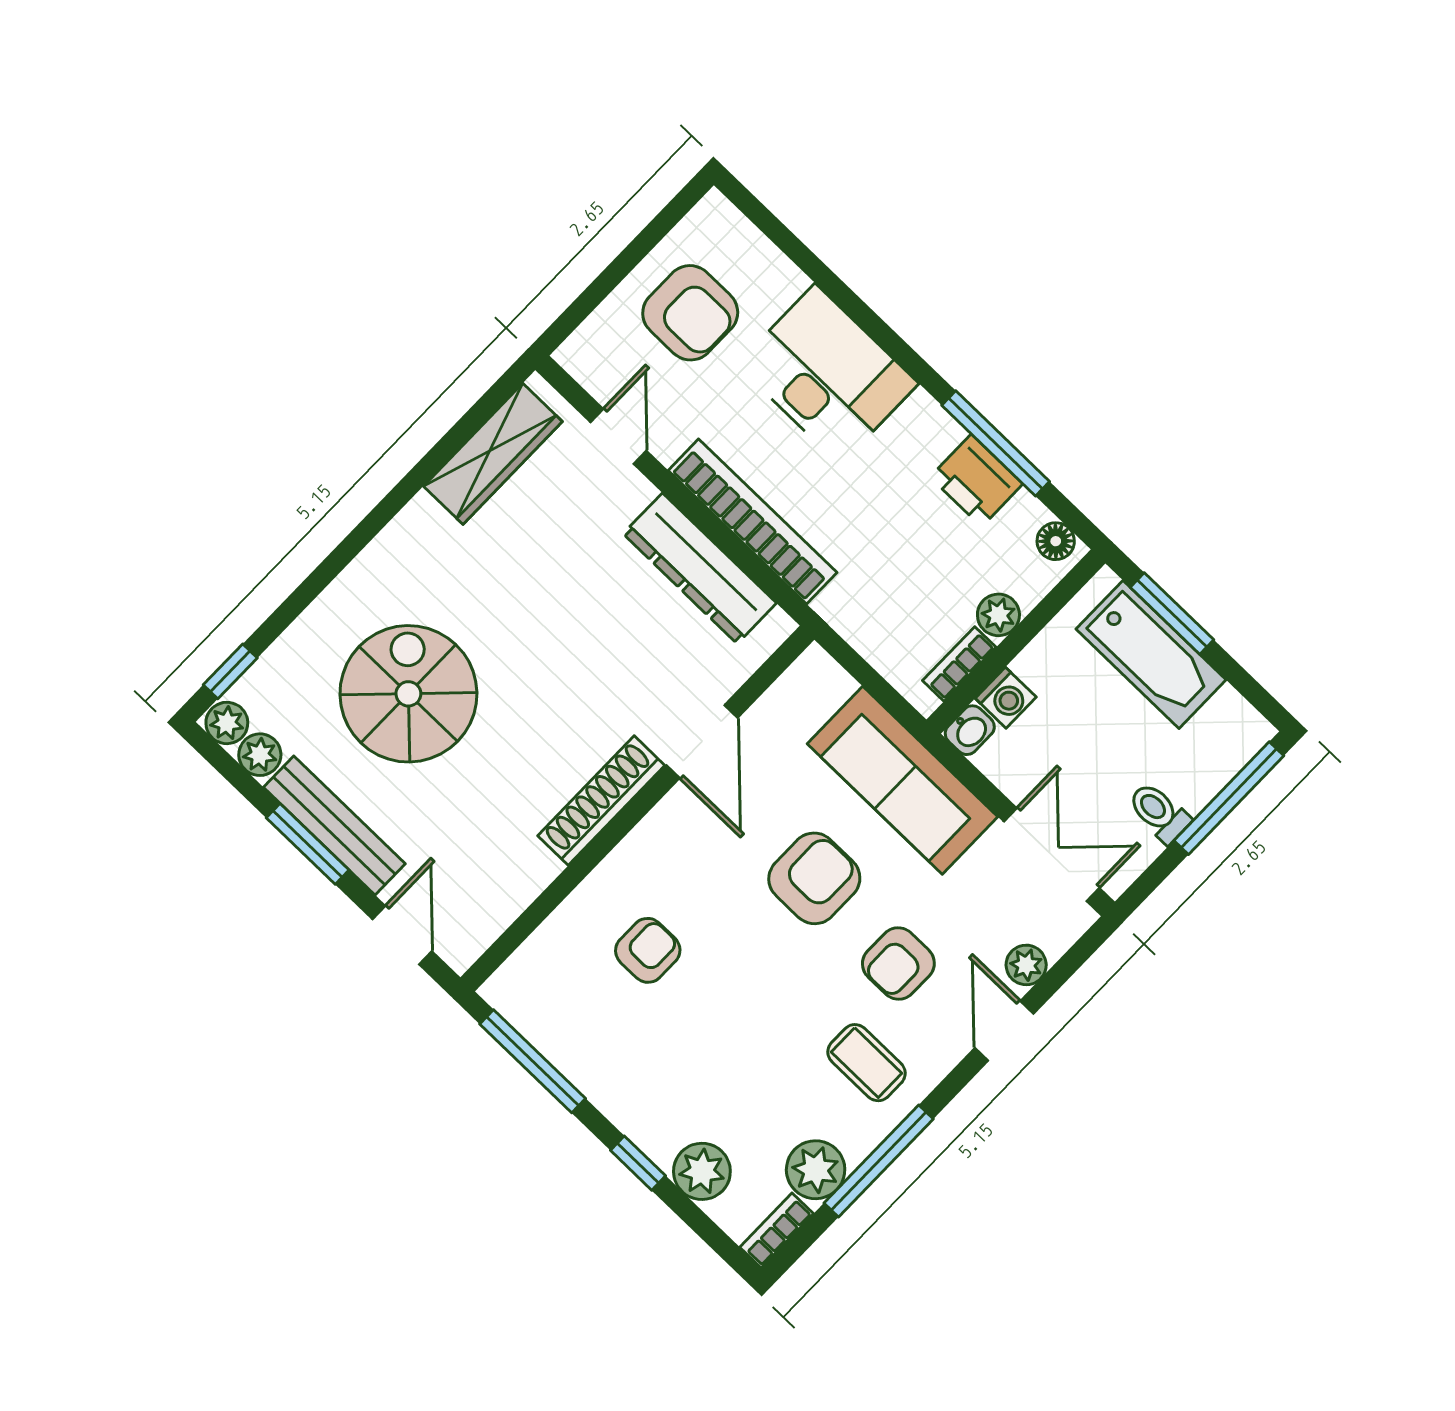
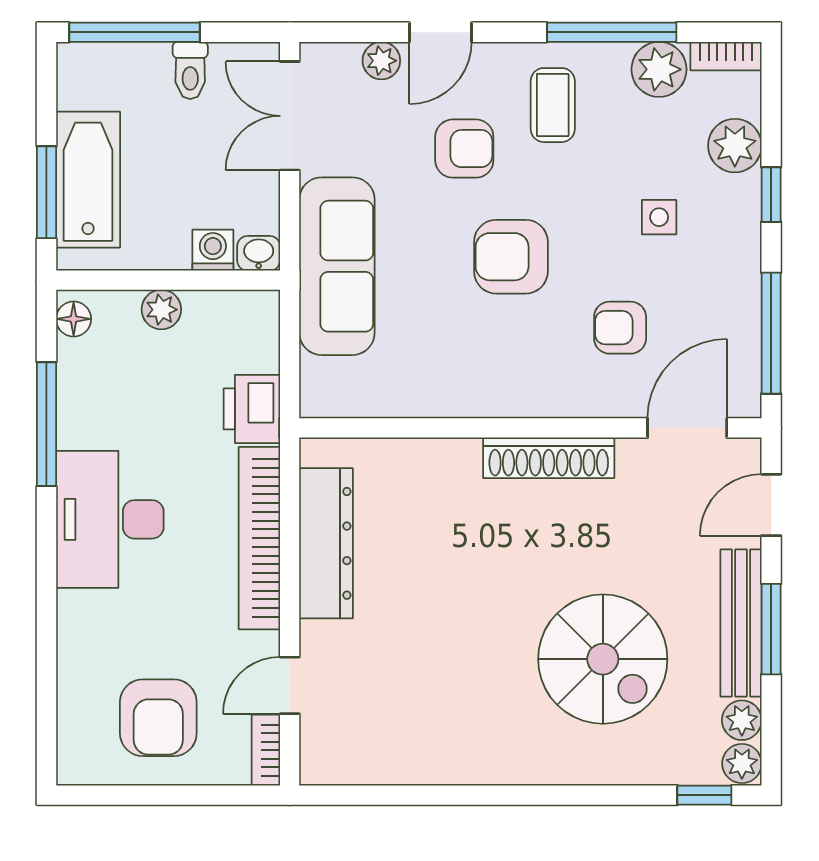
armchair: (690, 313) -> (158, 718), turned 180
desk: (828, 374) -> (110, 519), moved
wardrobe: (493, 454) -> (384, 759), removed
printer: (976, 480) -> (252, 409), moved, turned 180
bookcase: (959, 664) -> (266, 750), moved, turned 90
spiral stairs: (408, 694) -> (603, 659), turned -90
door: (702, 742) -> (687, 428), moved
armchair: (814, 878) -> (511, 257), moved
side table: (703, 1061) -> (659, 217), added

